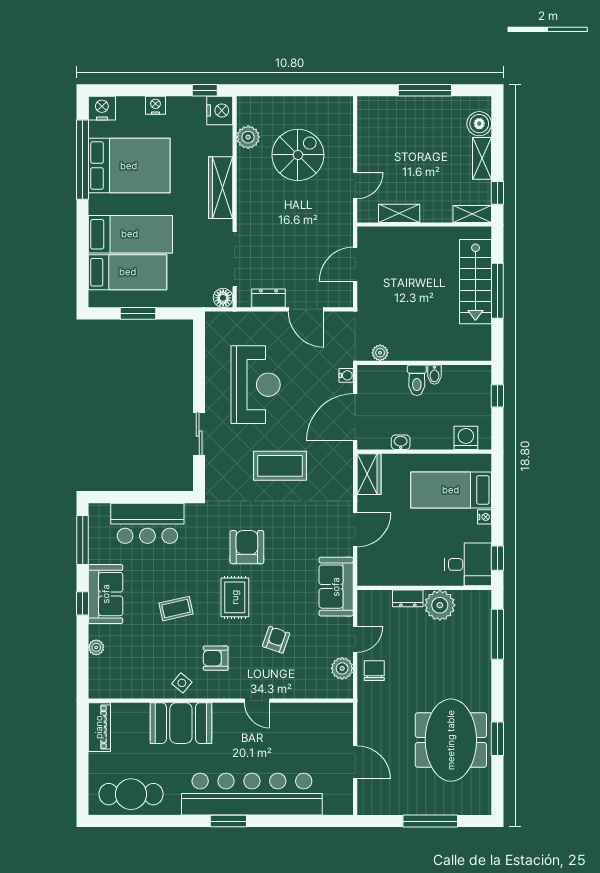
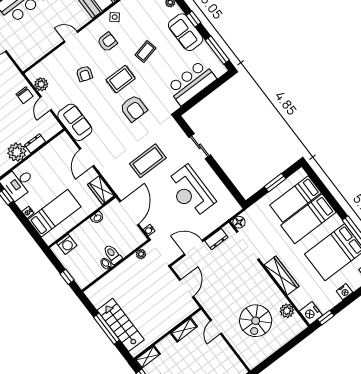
rug: (235, 597) -> (121, 79), turned 90

